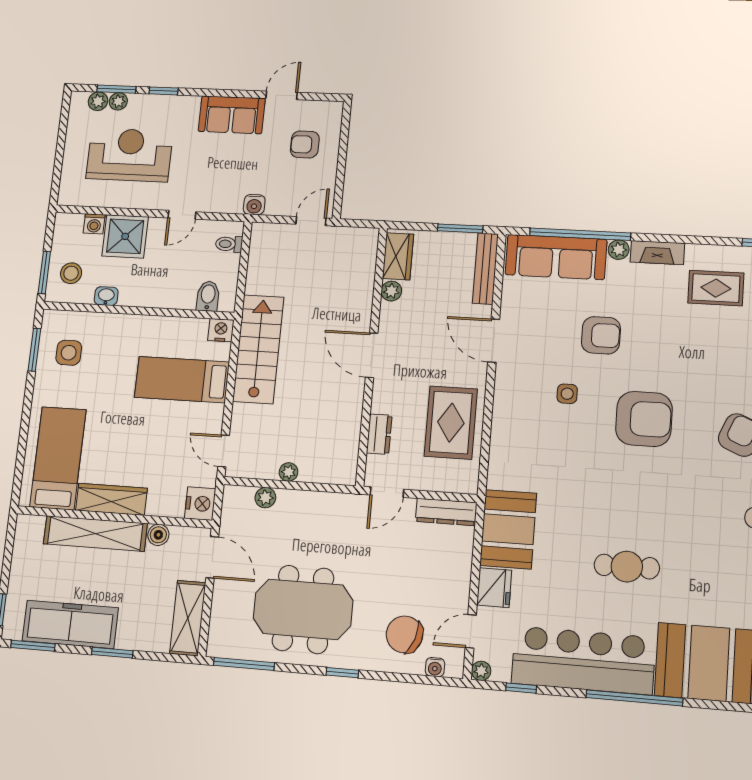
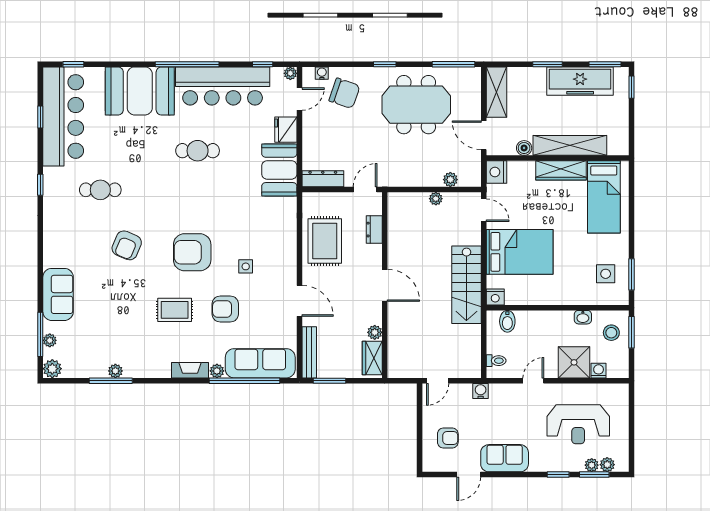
rug: (716, 288) -> (175, 310), moved
bed: (182, 380) -> (520, 252), width x1.50

